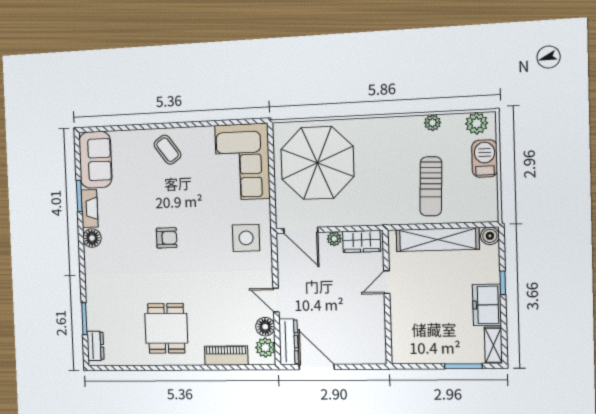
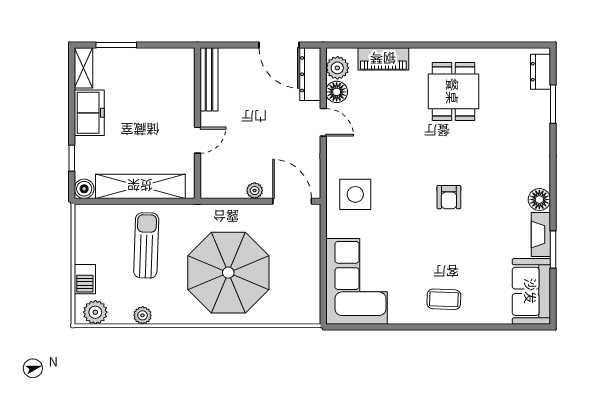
coffee table: (168, 150) -> (444, 299), turned -52
barbecue: (485, 159) -> (85, 279), width x0.73, depth x0.79
parasol: (317, 163) -> (228, 273), moved
armchair: (167, 238) -> (449, 197), turned -90
wardrobe: (362, 241) -> (224, 187), removed
window: (503, 283) -> (72, 158), moved
bench: (378, 336) -> (209, 79), added

